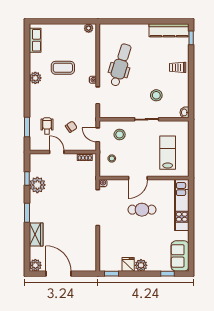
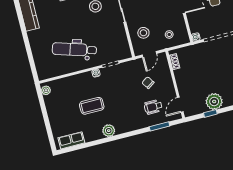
coffee table: (63, 68) -> (92, 106), turned 90
door: (57, 152) -> (180, 105), moved

